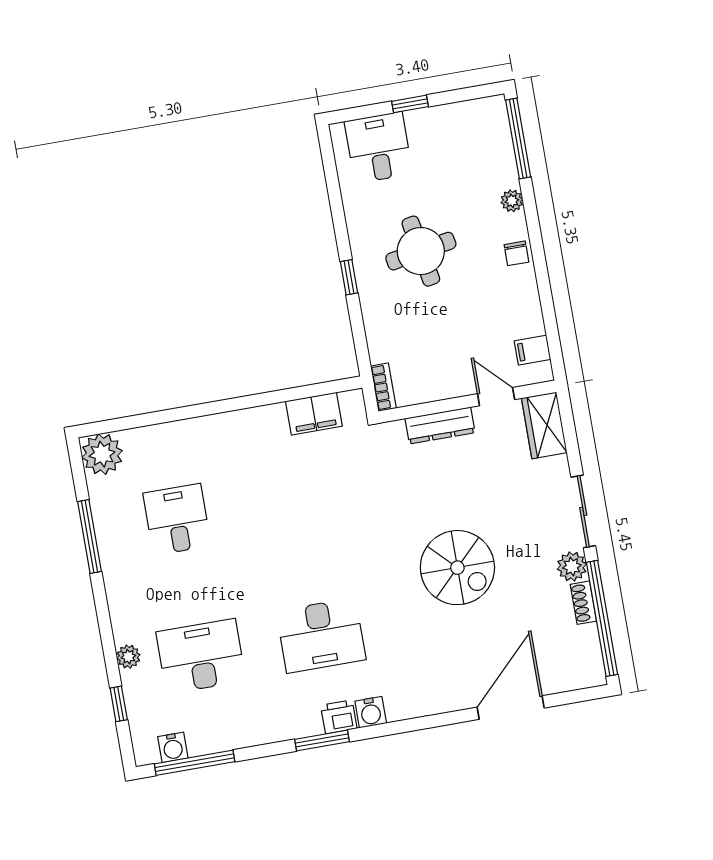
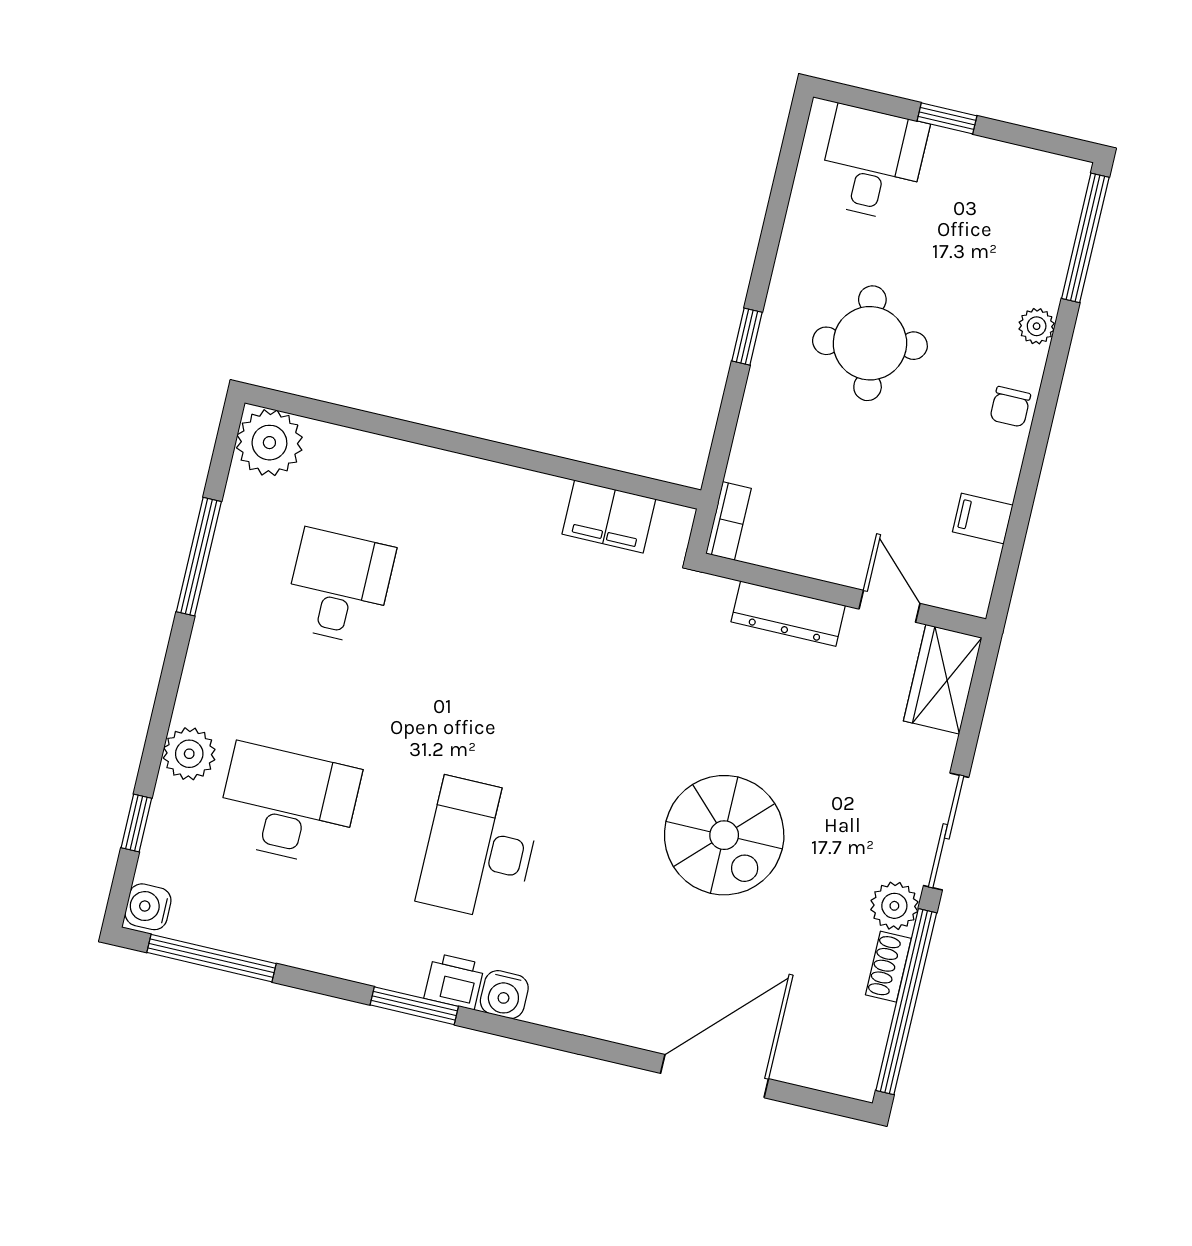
filing cabinet: (533, 350) -> (983, 518), moved
desk: (321, 635) -> (479, 849), turned 90
plant: (128, 657) -> (189, 754), width x1.38, depth x1.38
water cooler: (173, 747) -> (148, 907), moved, turned 90

